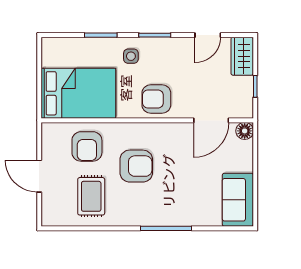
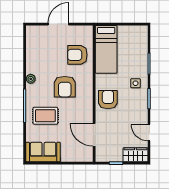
bed: (78, 93) -> (106, 49), width x0.67
floor lamp: (245, 131) -> (87, 156), removed
rug: (91, 196) -> (45, 116), moved
plant: (124, 219) -> (31, 79), added

